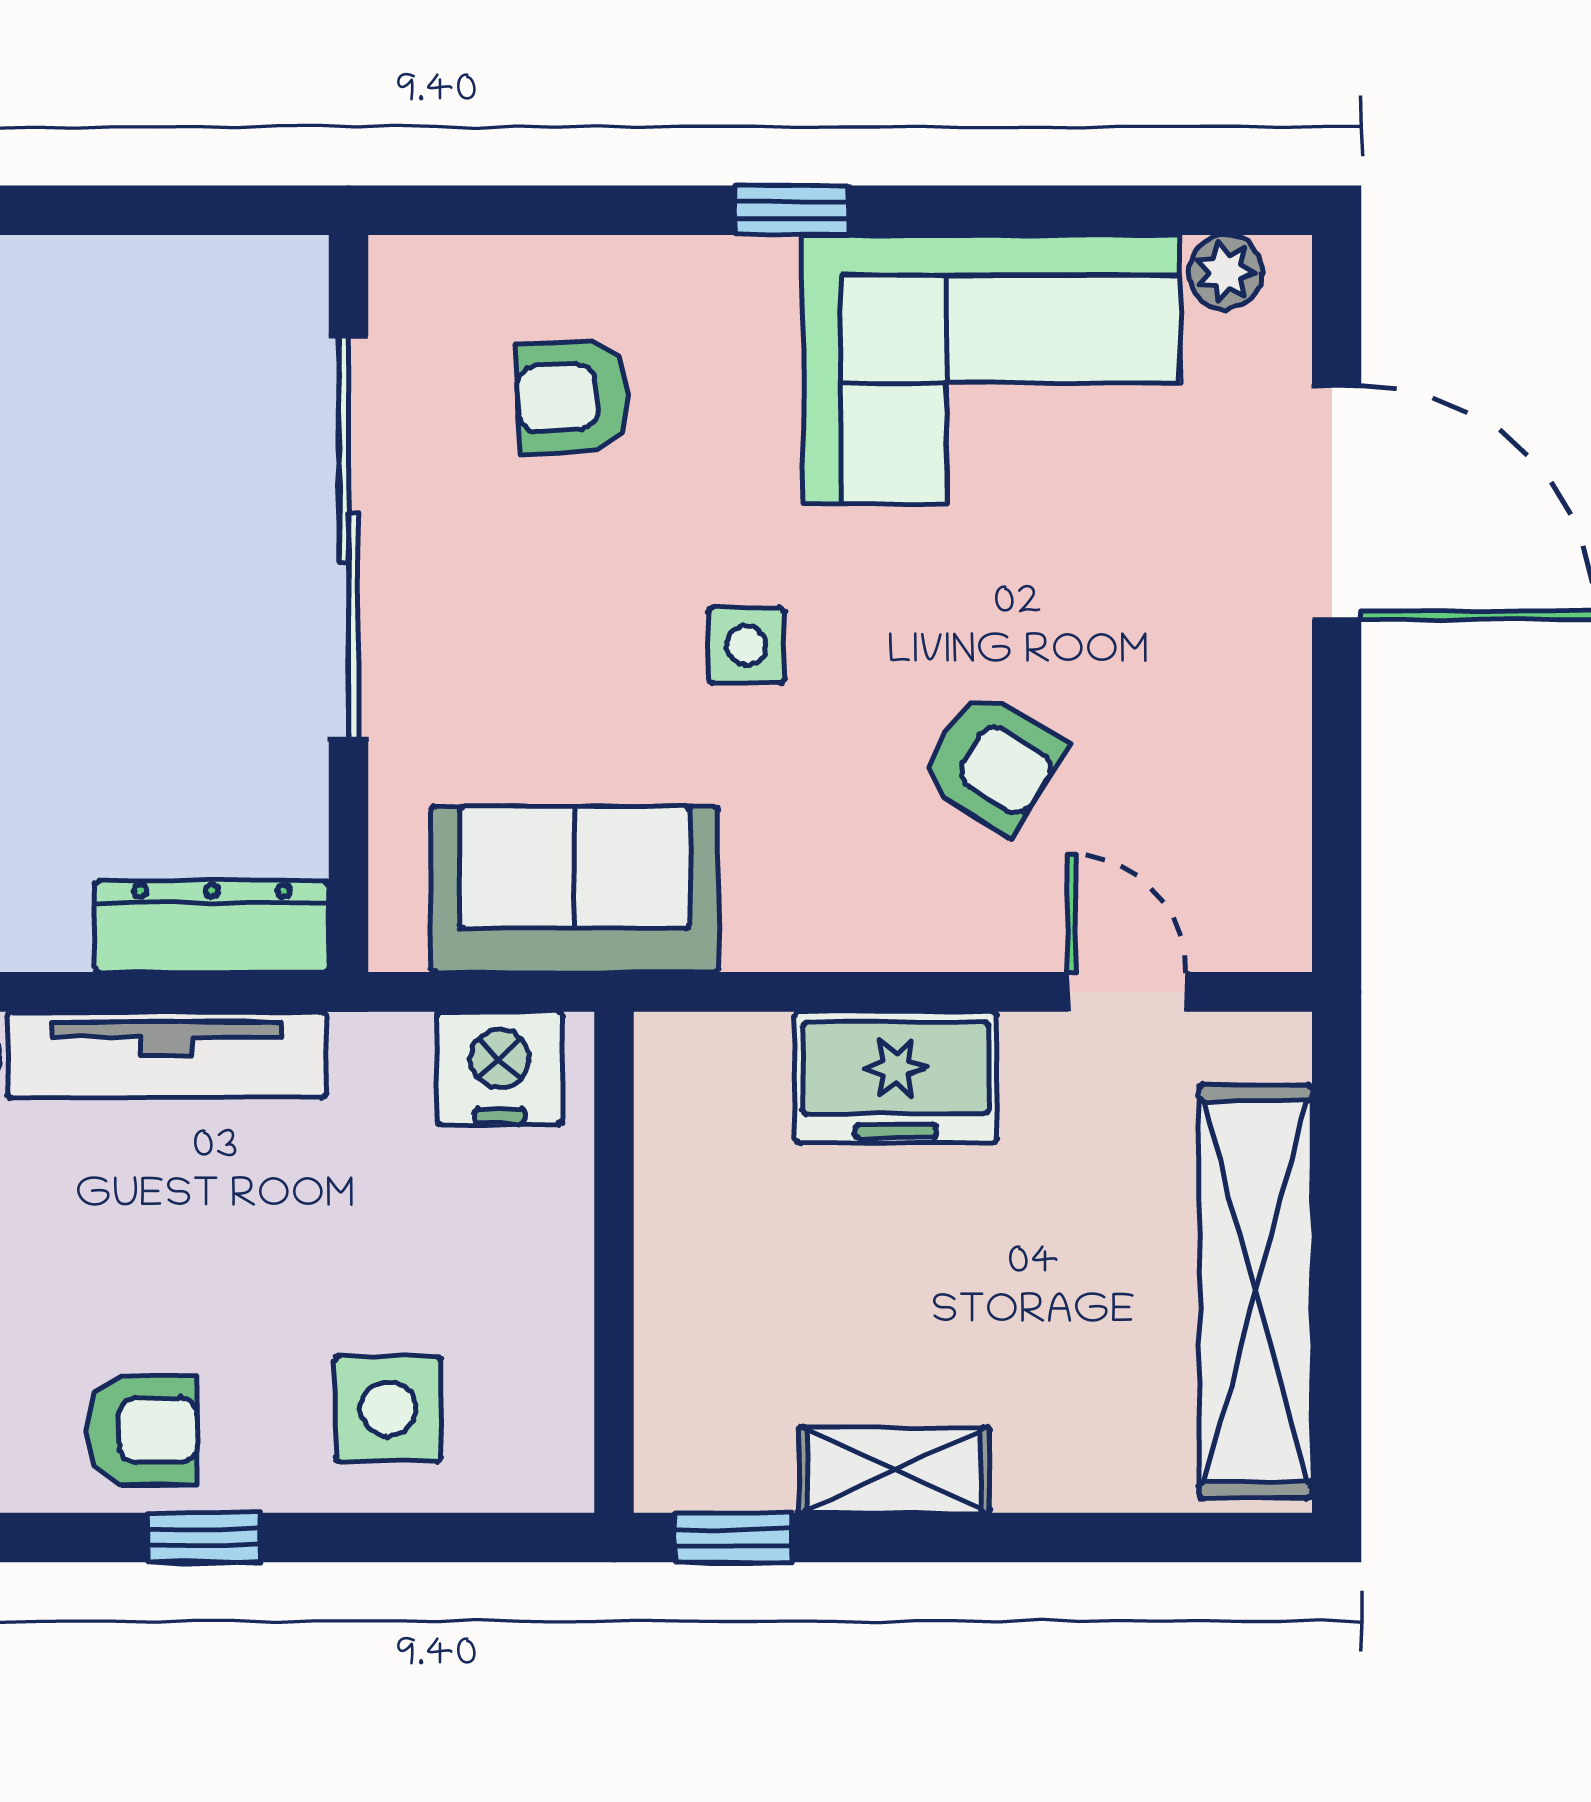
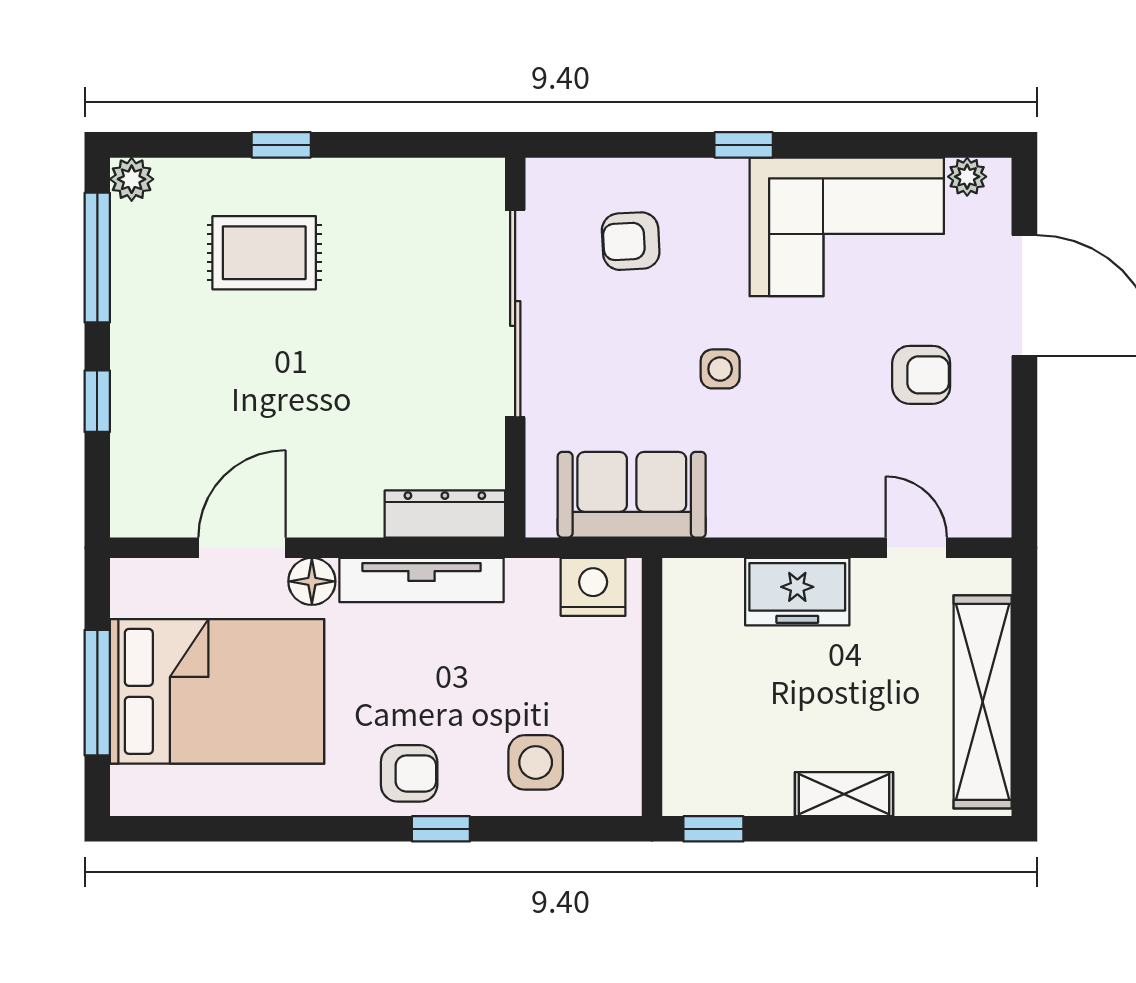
armchair: (992, 762) -> (921, 375), moved, turned -32
shelving: (894, 1470) -> (844, 794), moved

